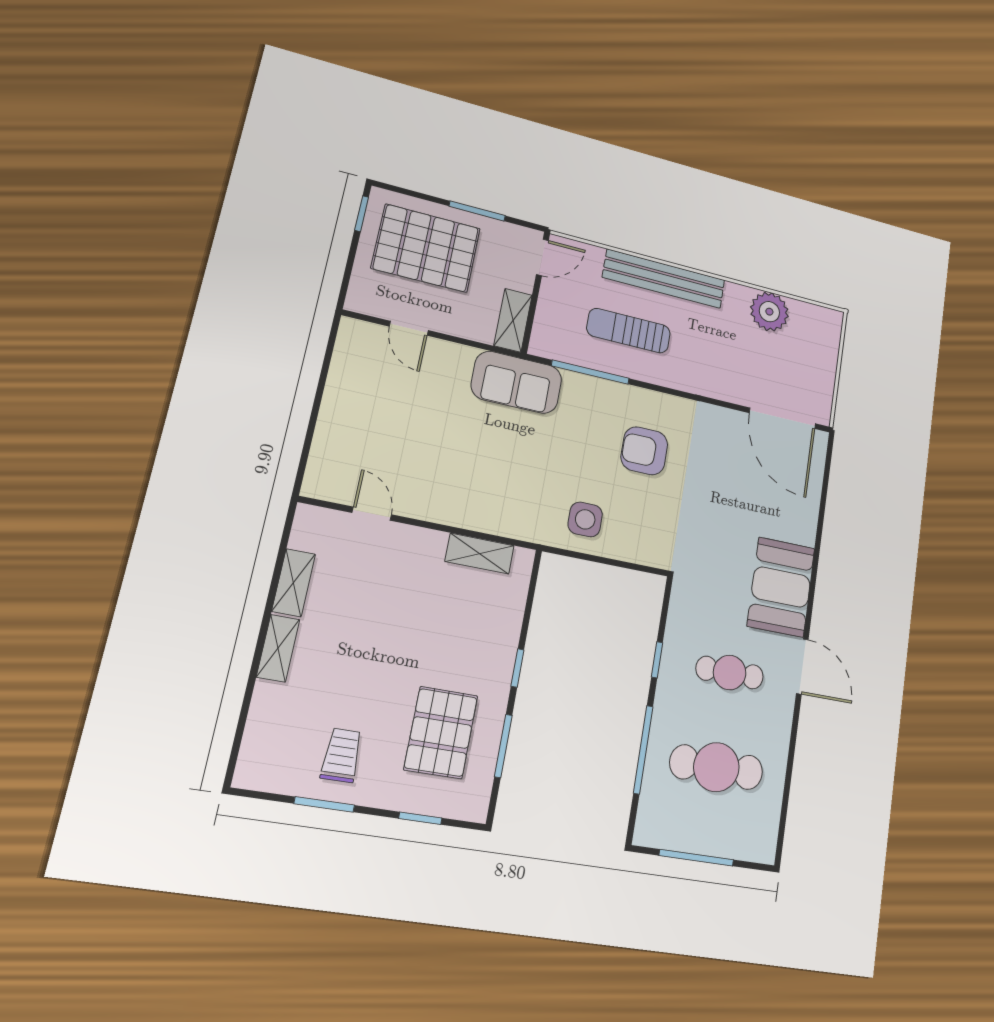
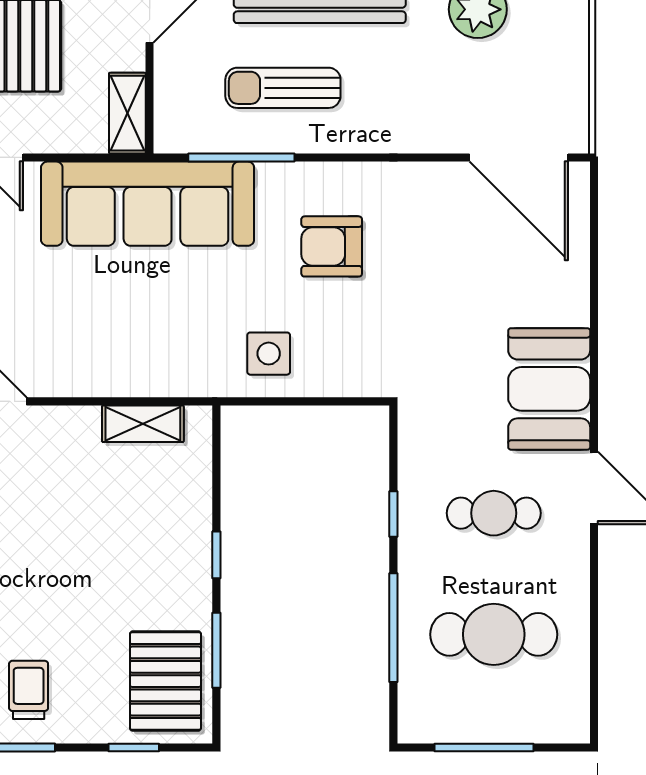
sofa: (517, 382) -> (148, 204), width x1.85, depth x1.27
pallet: (441, 733) -> (165, 681), moved

